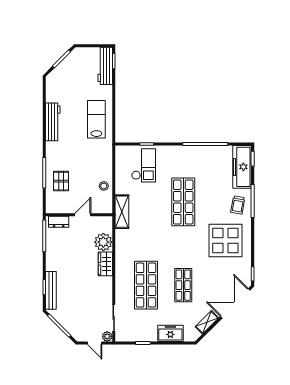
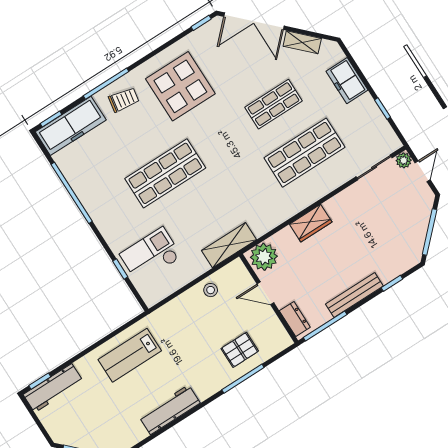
plant: (103, 242) -> (264, 257), moved
bench: (51, 290) -> (354, 295), moved

